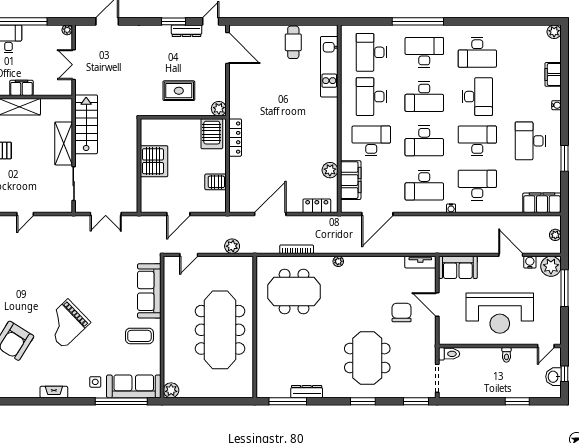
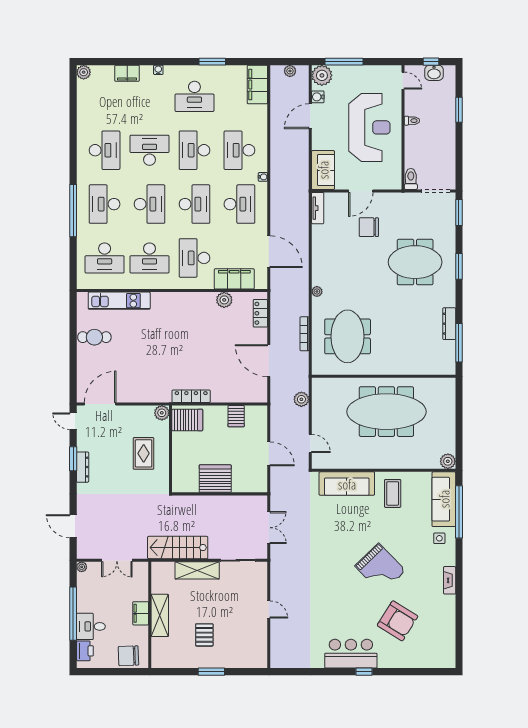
dresser: (187, 31) -> (83, 467), moved

